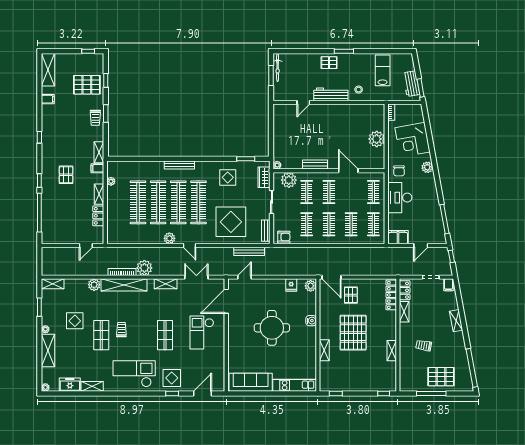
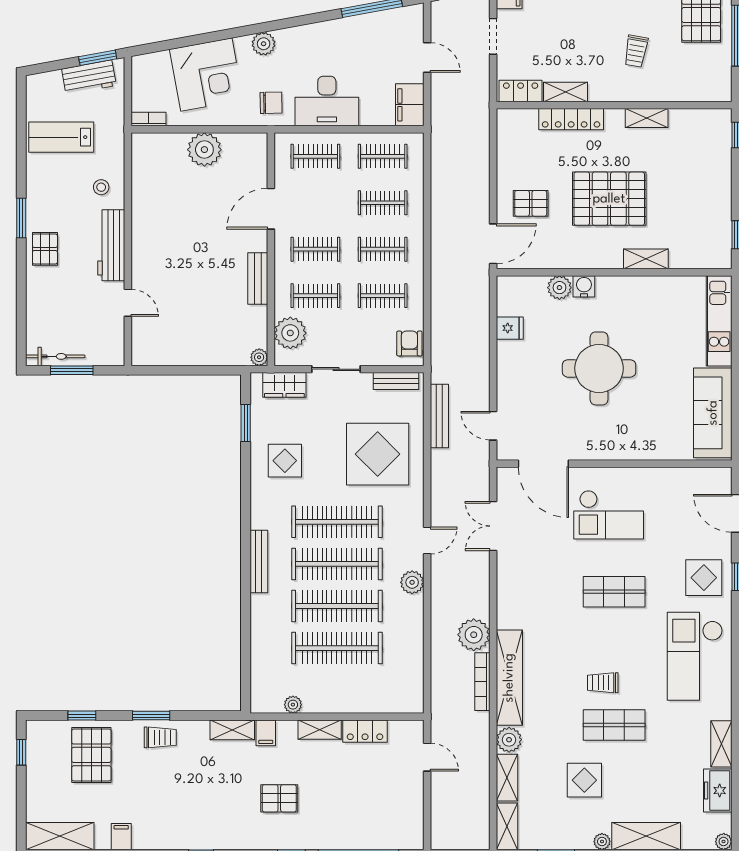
shelving: (166, 284) -> (507, 778), moved
plant: (311, 286) -> (559, 288), moved
locker: (391, 295) -> (571, 119), moved

